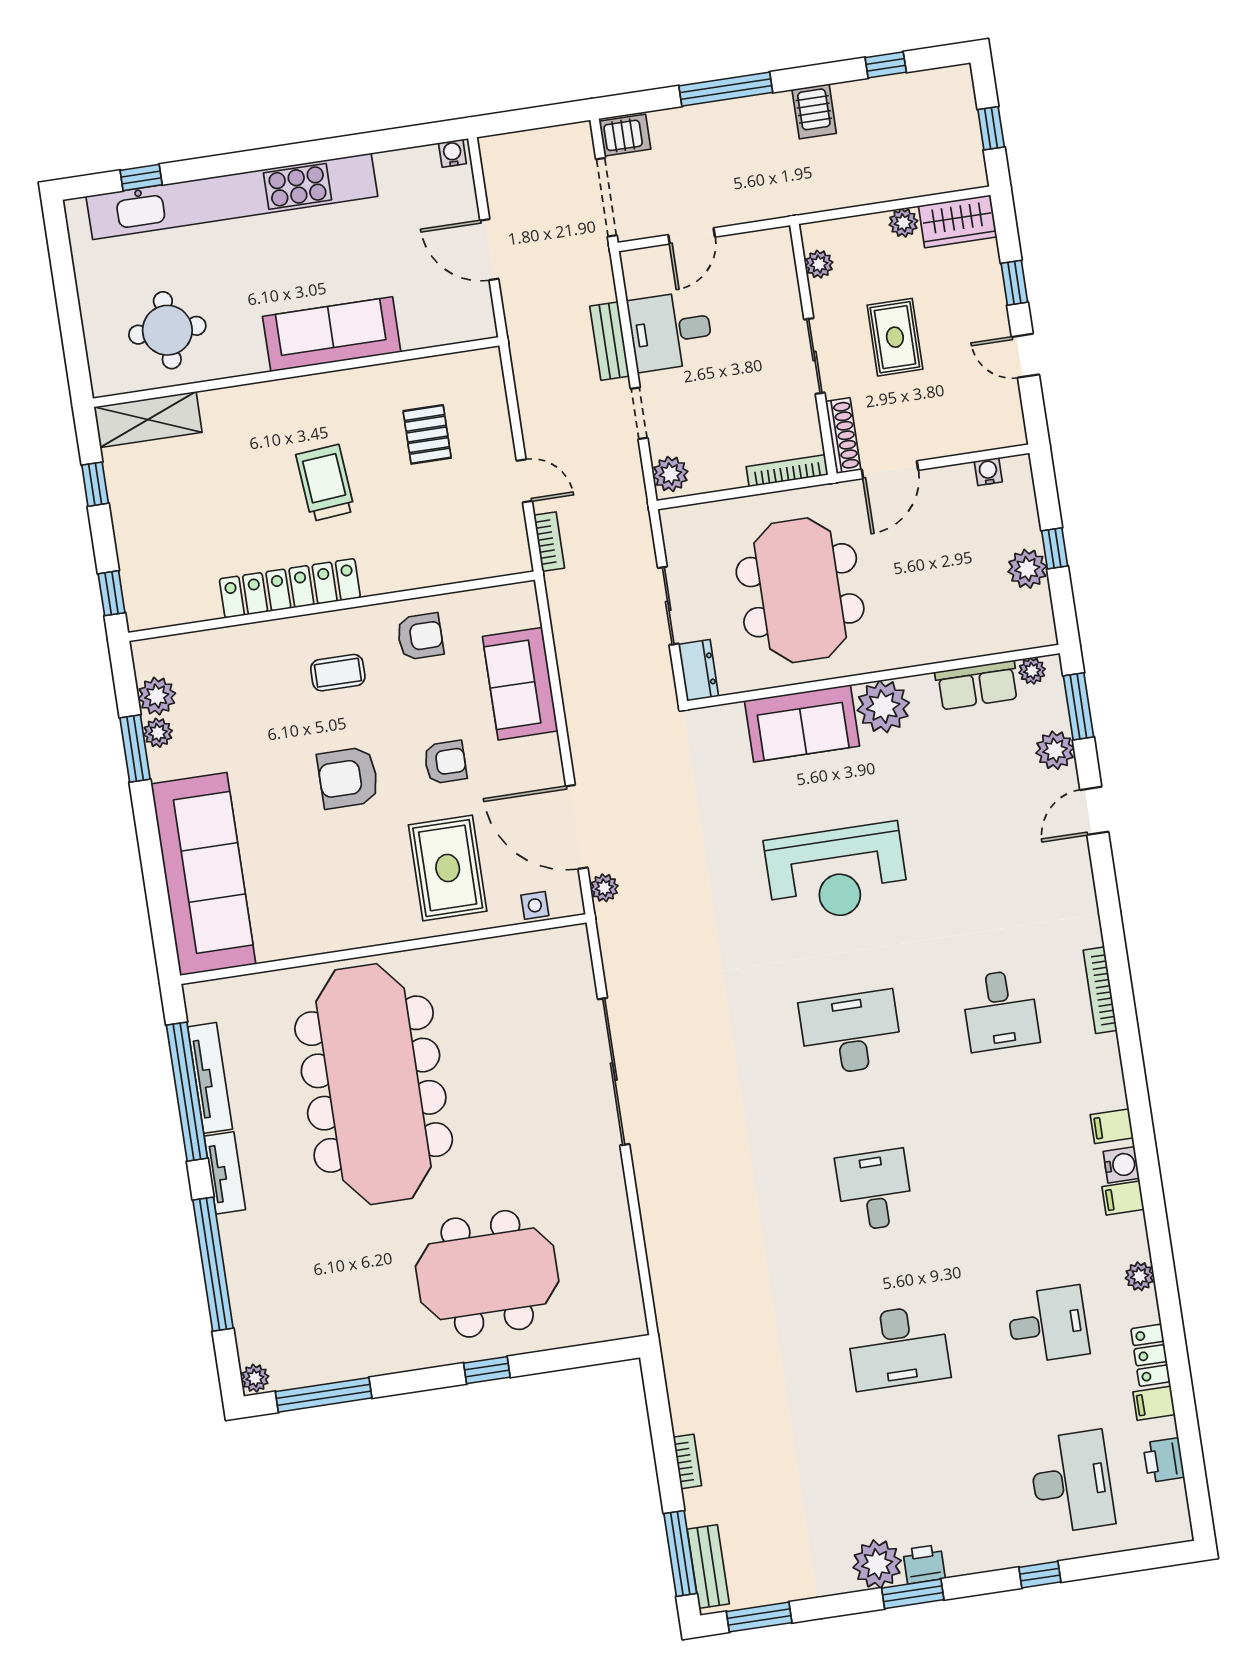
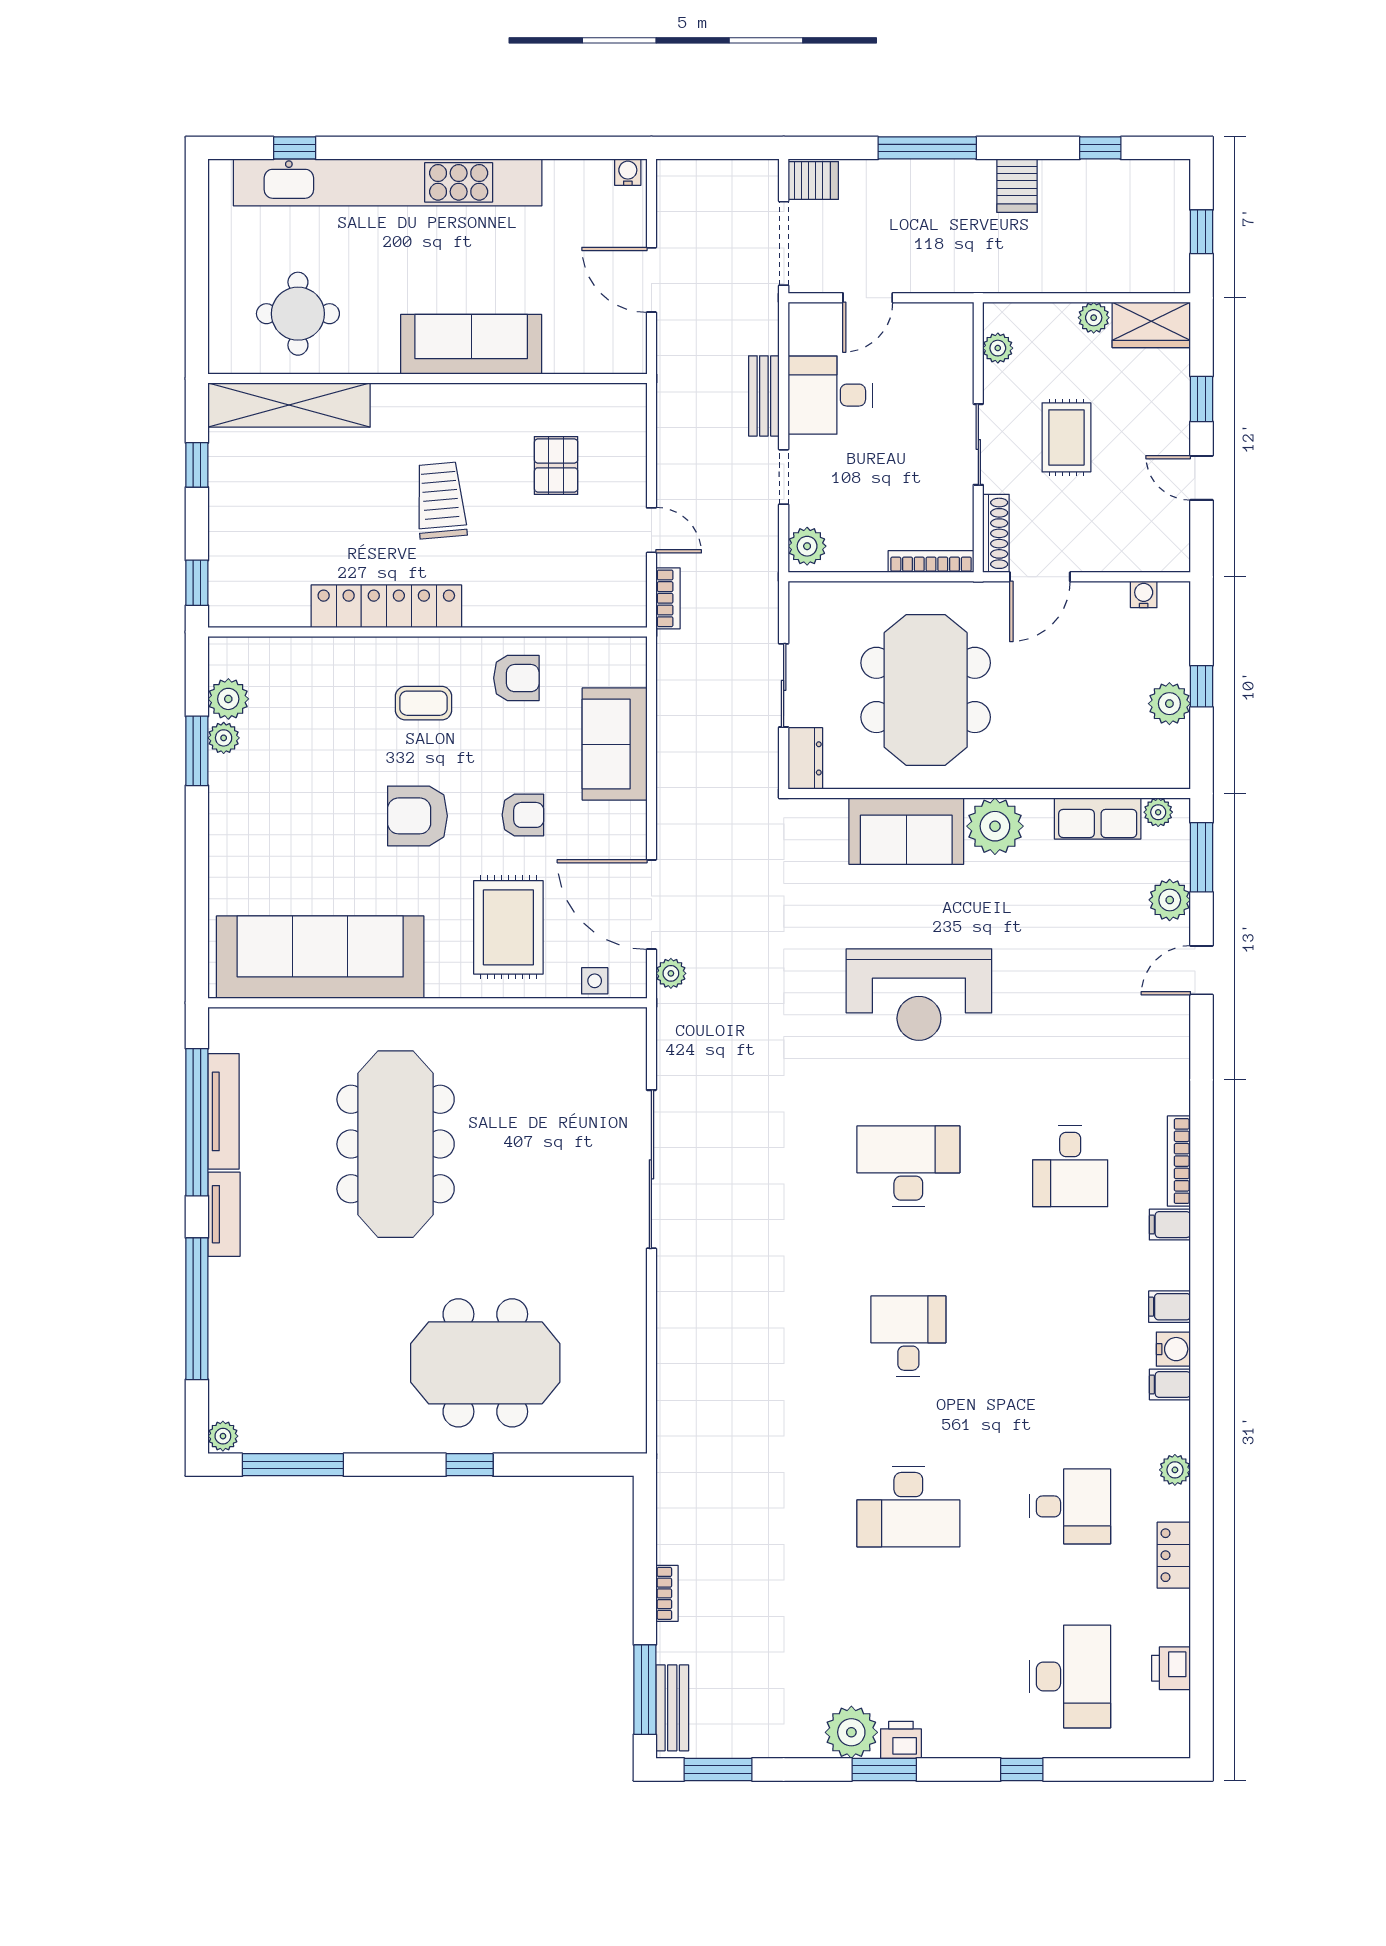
shelving: (148, 420) -> (289, 405), width x1.47
sofa: (203, 874) -> (320, 957), moved, turned -90
meeting table: (374, 1084) -> (396, 1144), width x0.73, depth x0.79
filing cabinet: (1154, 1403) -> (1170, 1225), moved

